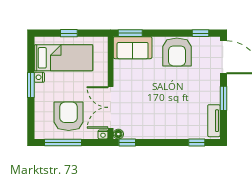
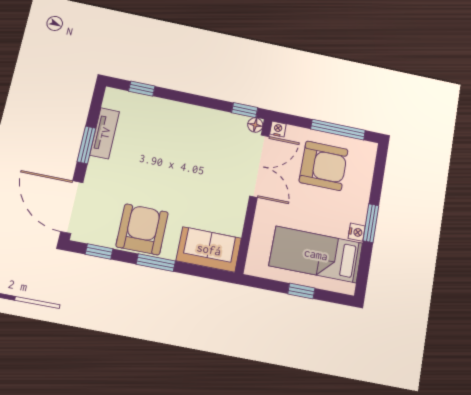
window: (130, 33) -> (156, 263), moved
armchair: (69, 116) -> (324, 166), turned -90
tv unit: (214, 121) -> (105, 133), moved

